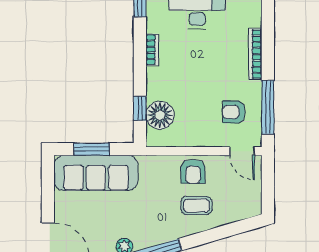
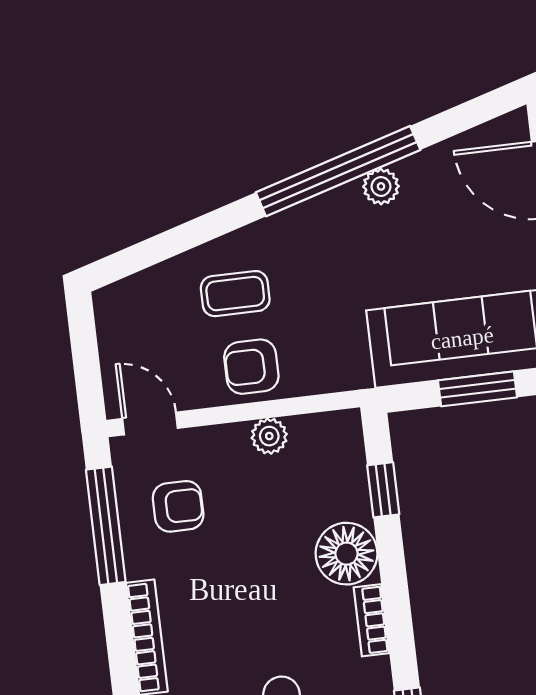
floor lamp: (160, 115) -> (346, 554), moved
plant: (189, 139) -> (269, 436), added
armchair: (193, 171) -> (251, 367), turned -90

